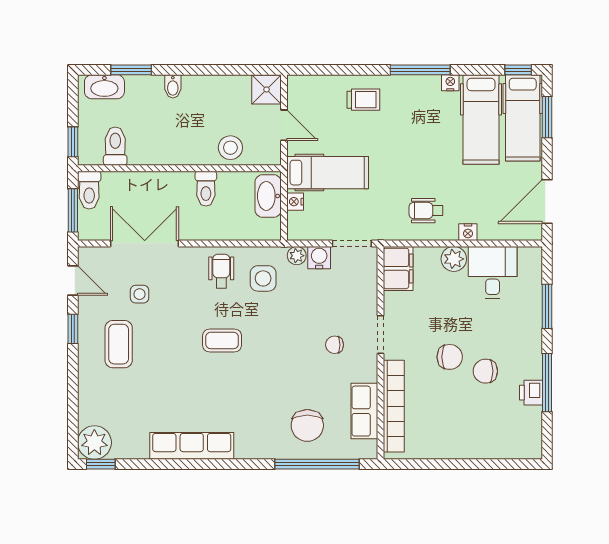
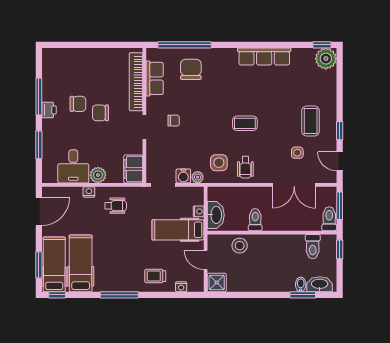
nightstand: (450, 83) -> (181, 287), moved
bidet: (173, 86) -> (301, 284), moved
printer: (531, 393) -> (49, 110), moved

